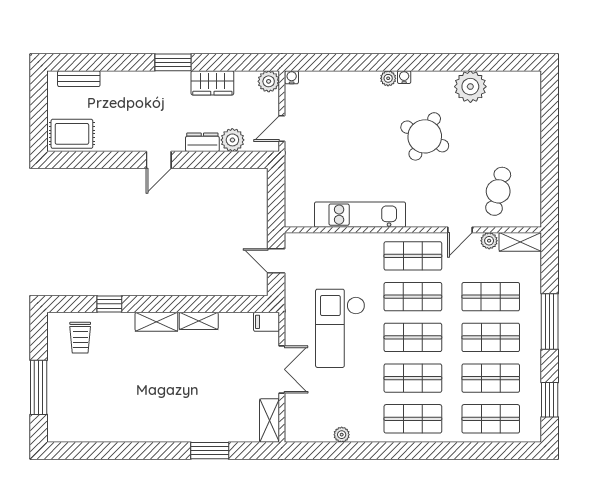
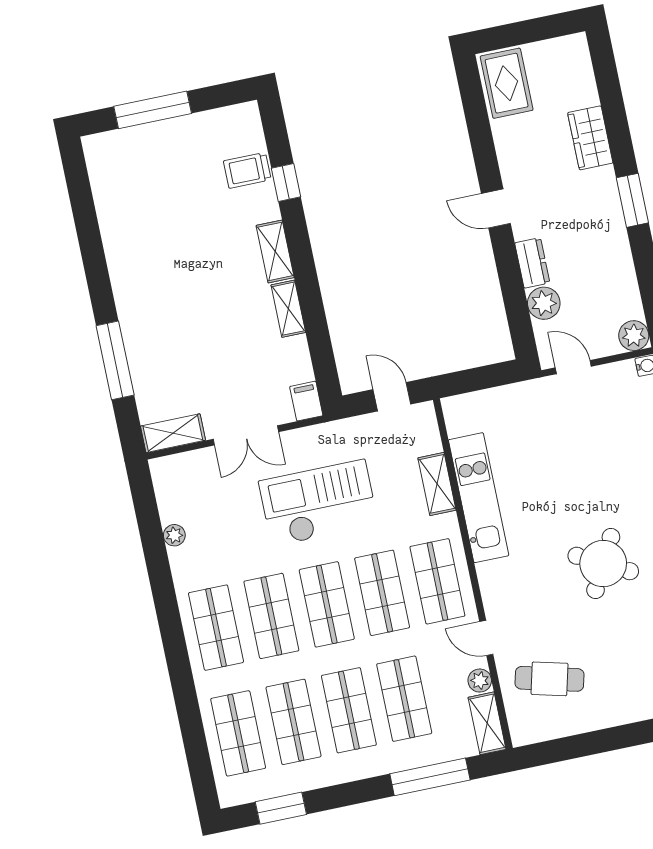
bench: (79, 79) -> (584, 77), removed
wardrobe: (212, 83) -> (590, 138), moved
shelving: (344, 242) -> (437, 484), added
door: (276, 261) -> (392, 397), hinge flipped
window: (550, 321) -> (430, 777), moved
trolley: (80, 338) -> (247, 170), moved
window: (210, 451) -> (115, 360), width x1.44

